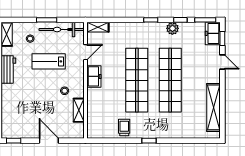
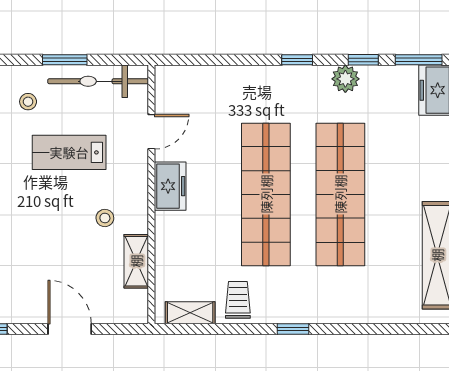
shelving: (98, 27) -> (190, 313), moved

